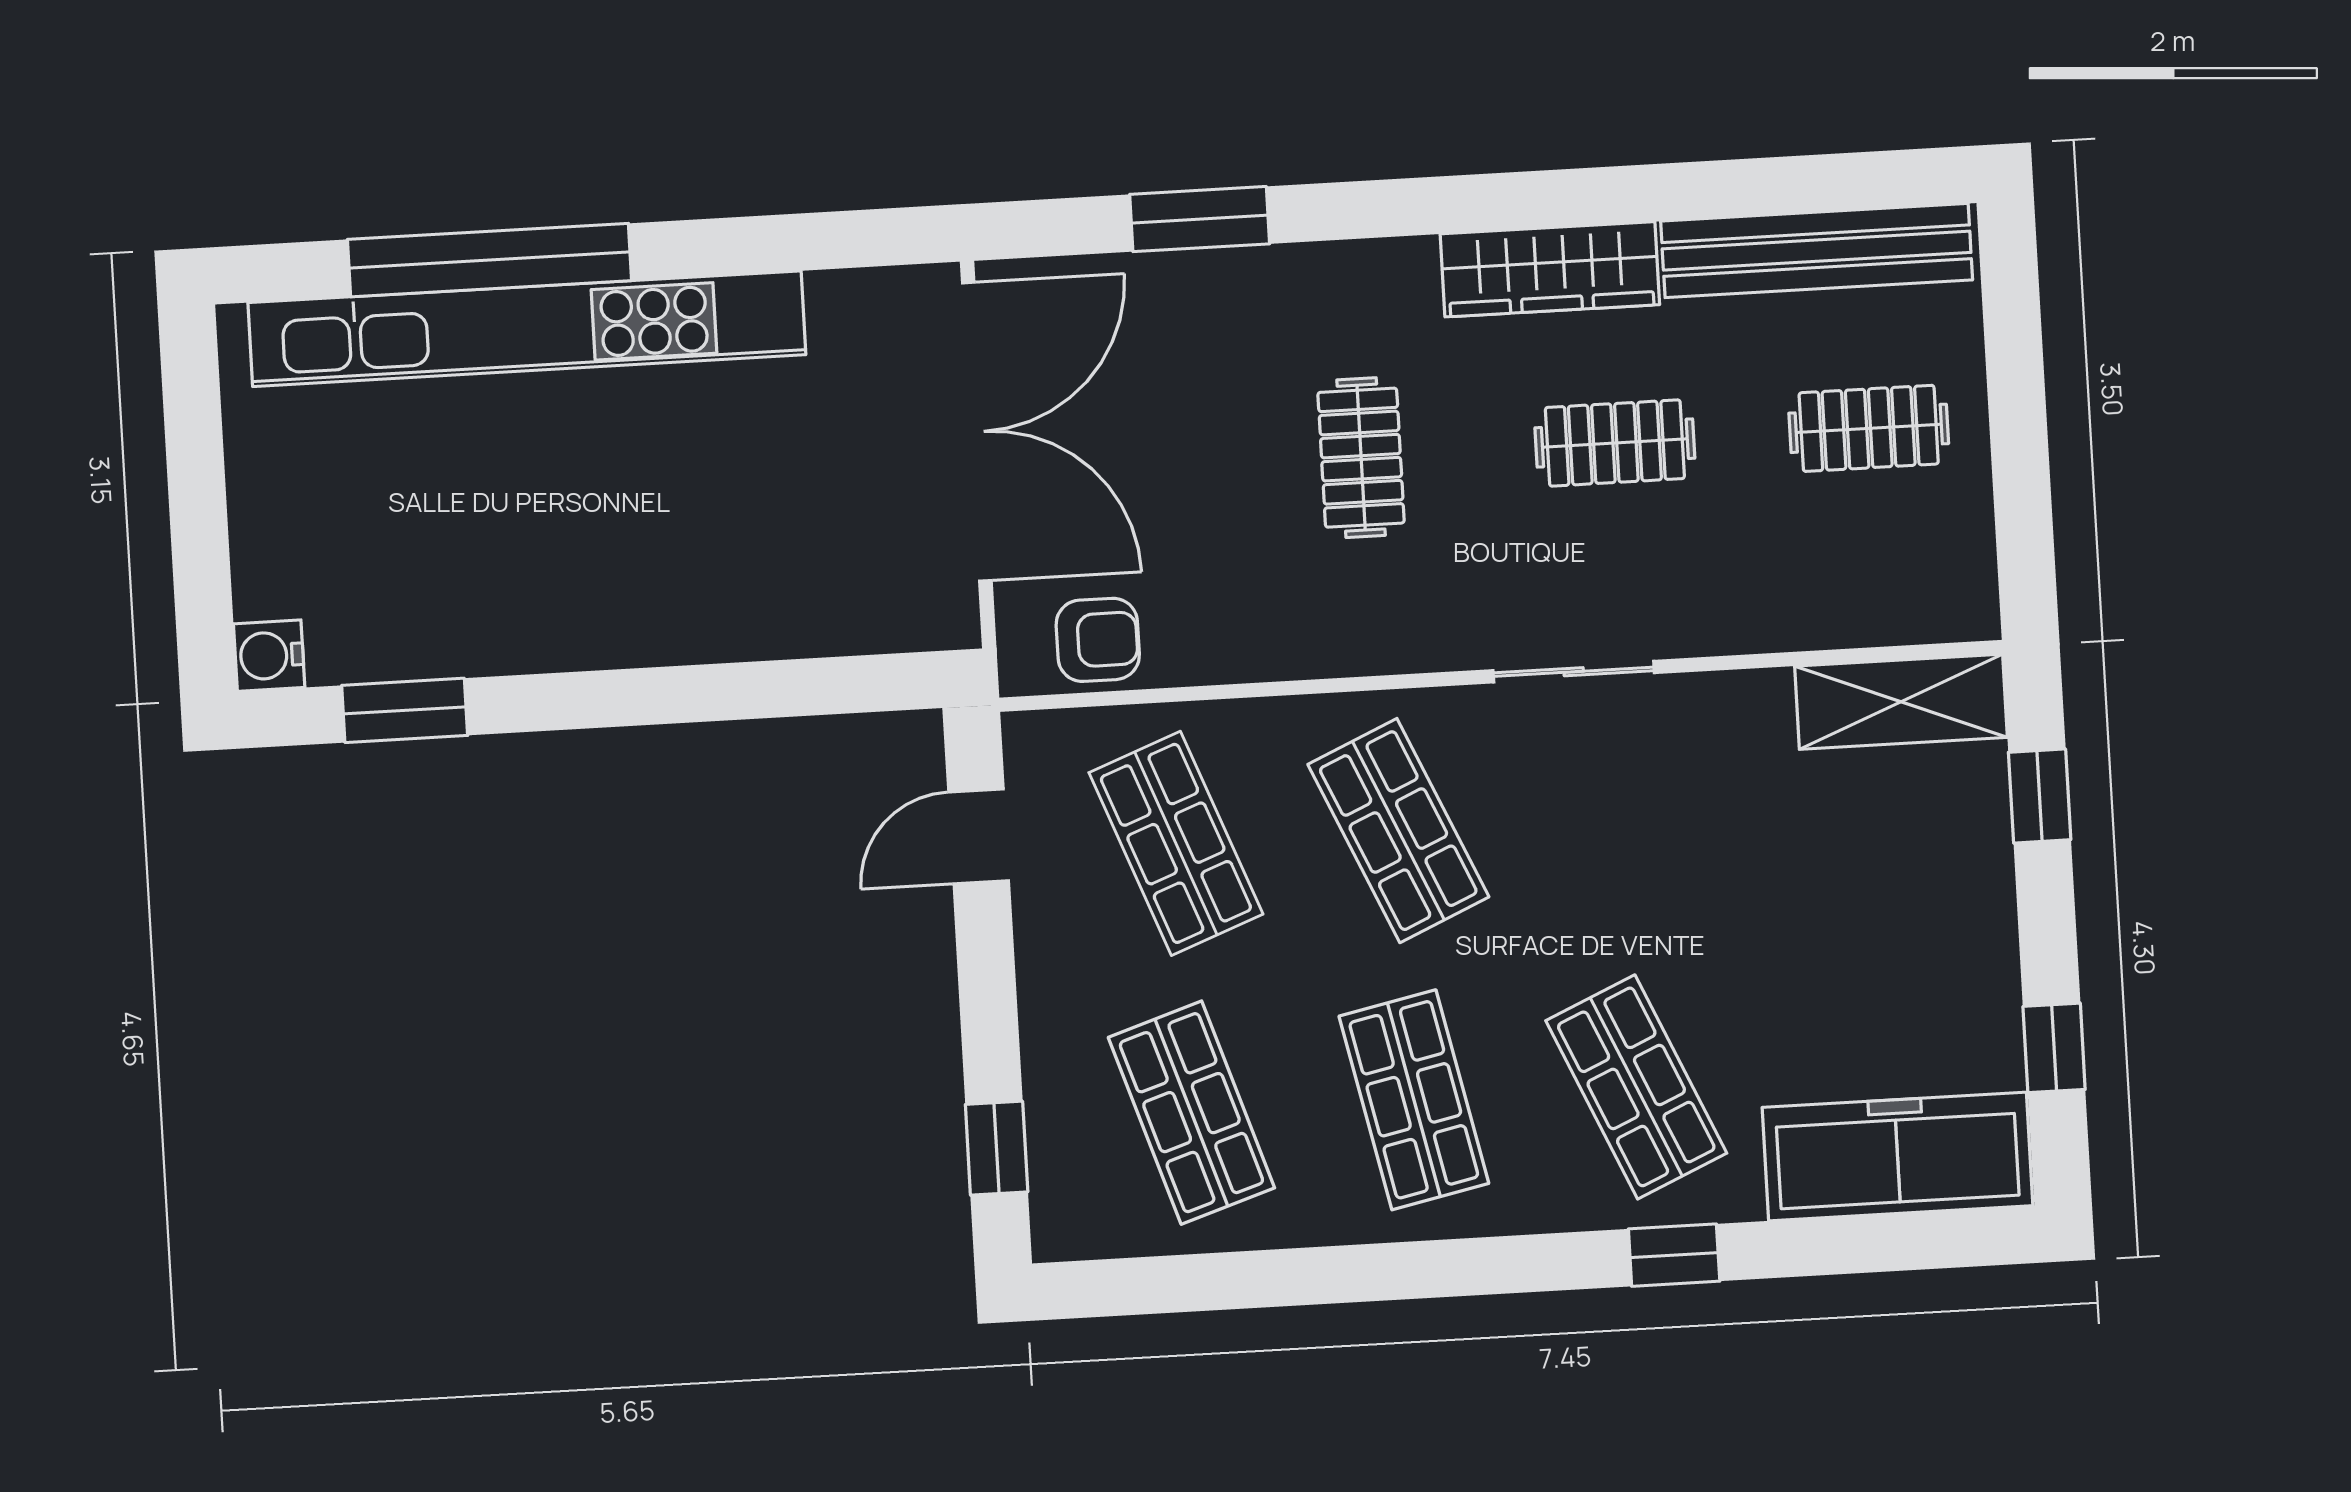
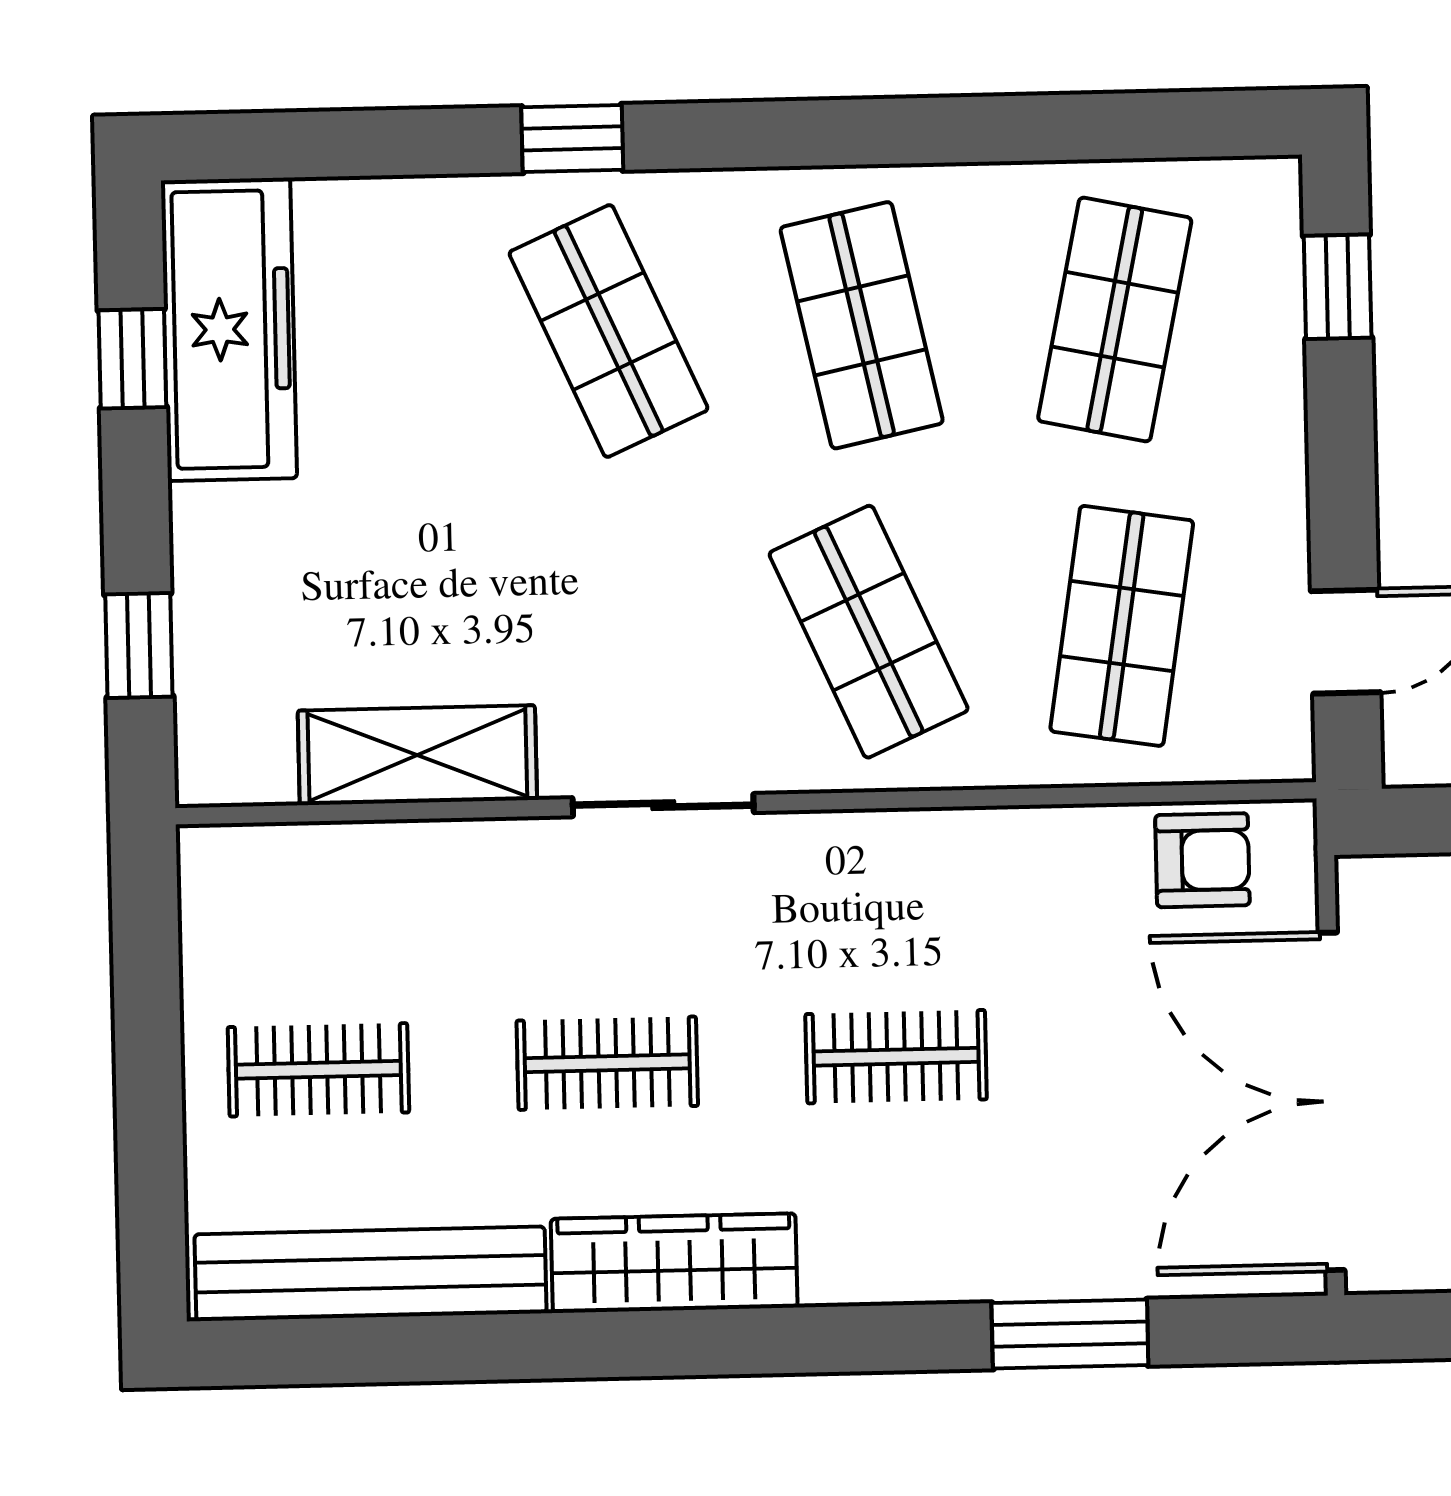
clothes rail: (1361, 458) -> (896, 1057), turned 90
armchair: (1098, 640) -> (1202, 860), turned 180
shelving: (1901, 702) -> (417, 755), moved
shop shelf: (1176, 843) -> (1122, 626), turned 30
shop shelf: (1191, 1113) -> (1115, 319), turned 30
freezer: (1897, 1157) -> (229, 329), moved, turned -90

